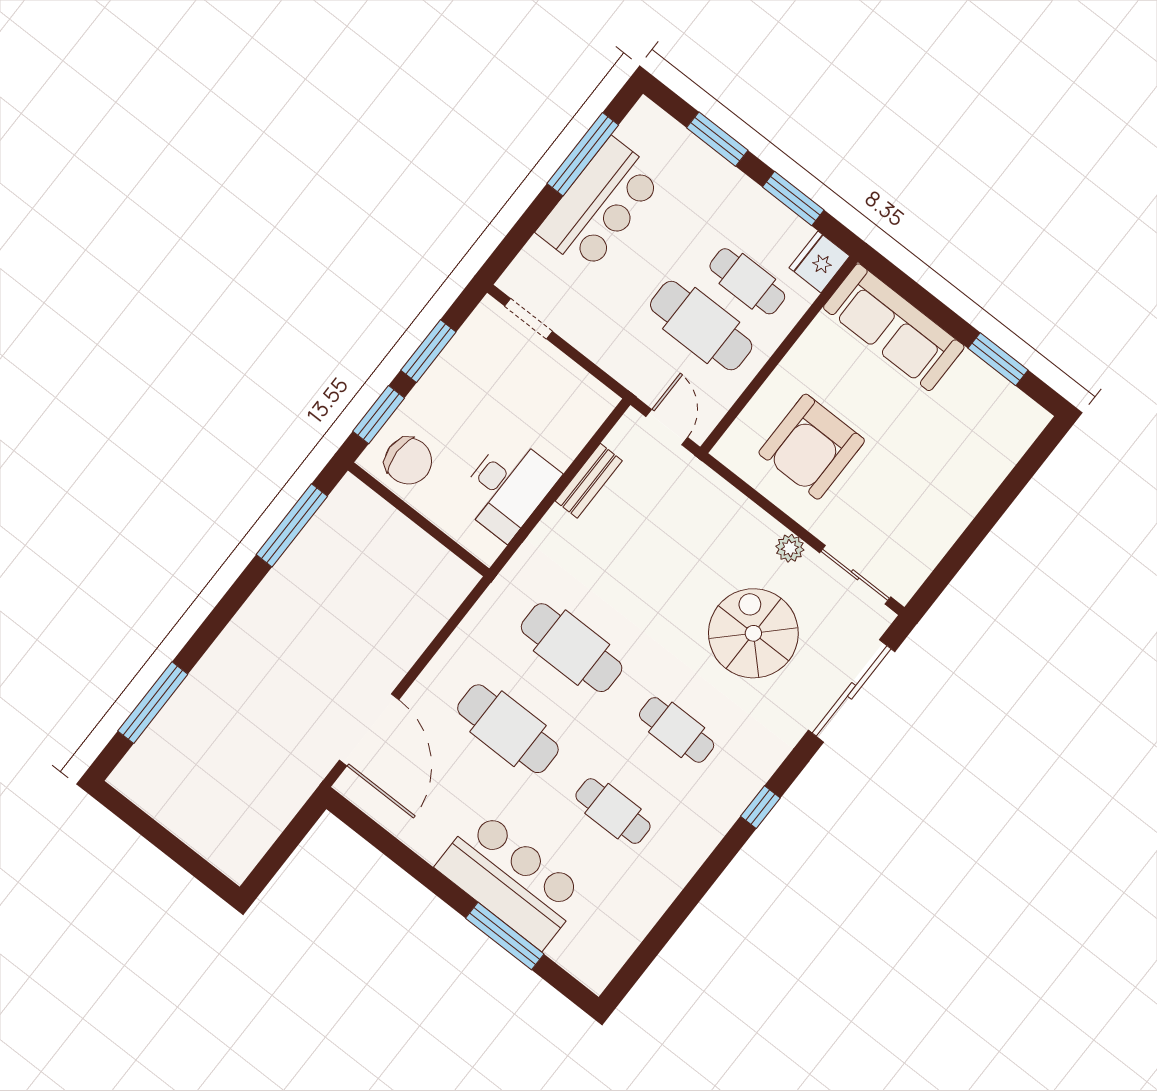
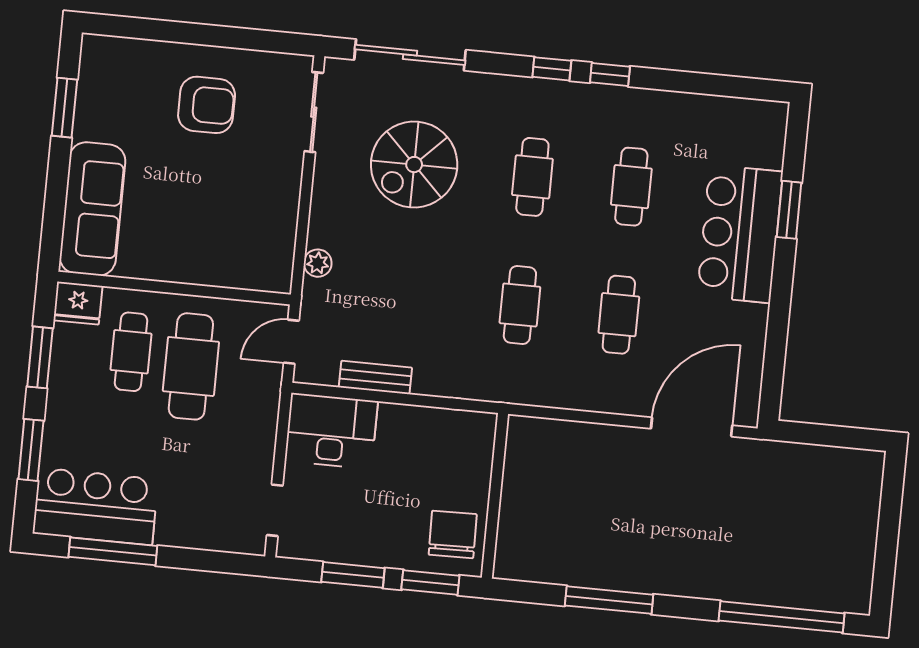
bar counter: (600, 205) -> (95, 506), moved
armchair: (812, 447) -> (207, 105), moved, width x0.73, depth x0.73
desk: (508, 488) -> (331, 431), moved
window: (292, 525) -> (609, 600), moved
plant: (790, 548) -> (318, 263), moved
cafe table: (572, 648) -> (520, 305), width x0.73, depth x0.74
window: (153, 703) -> (782, 617), width x1.46
cafe table: (508, 729) -> (619, 315), width x0.73, depth x0.74
window: (723, 855) -> (610, 74), added
window: (505, 936) -> (789, 210), width x0.69

